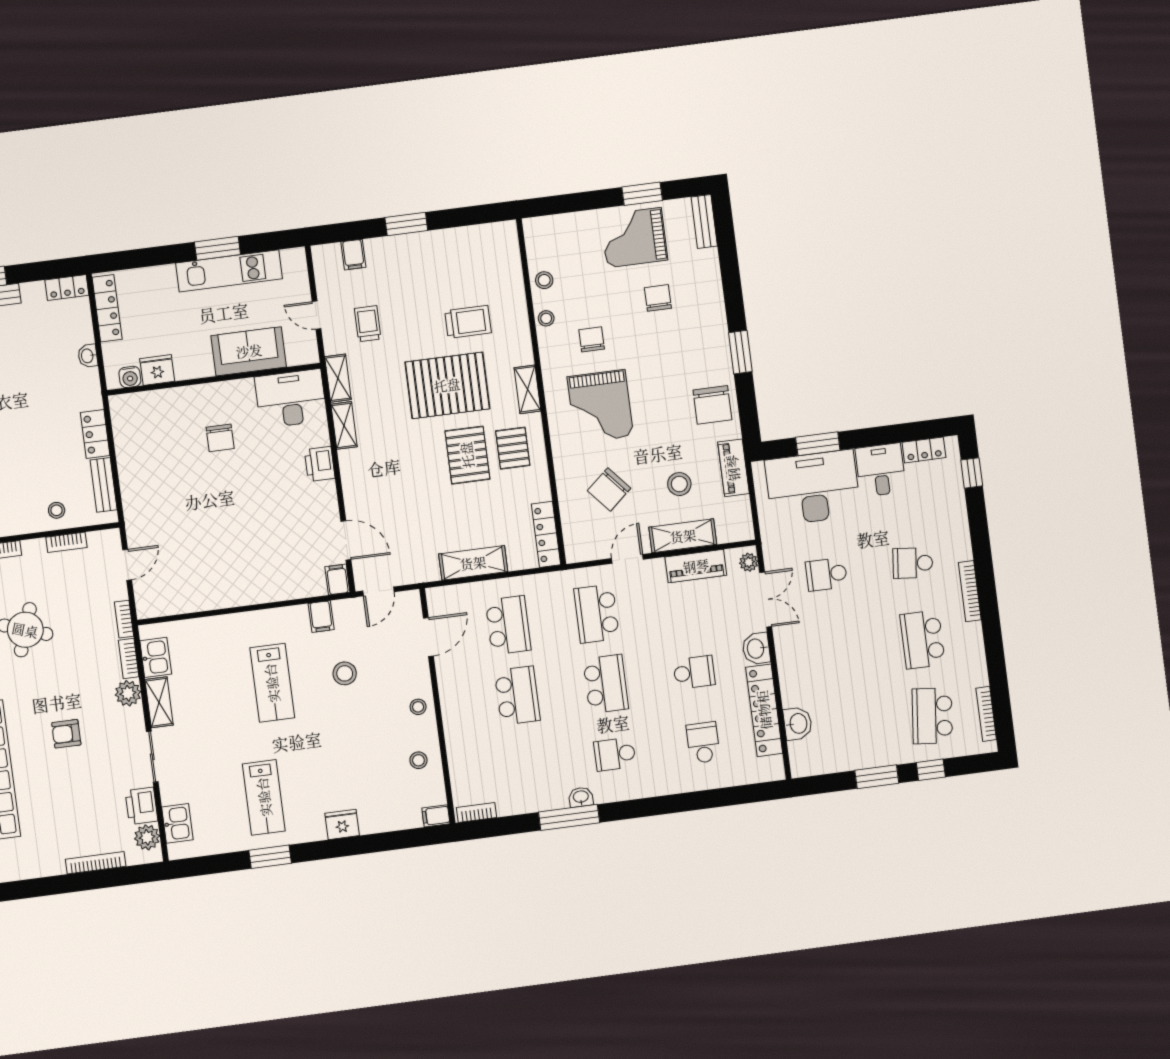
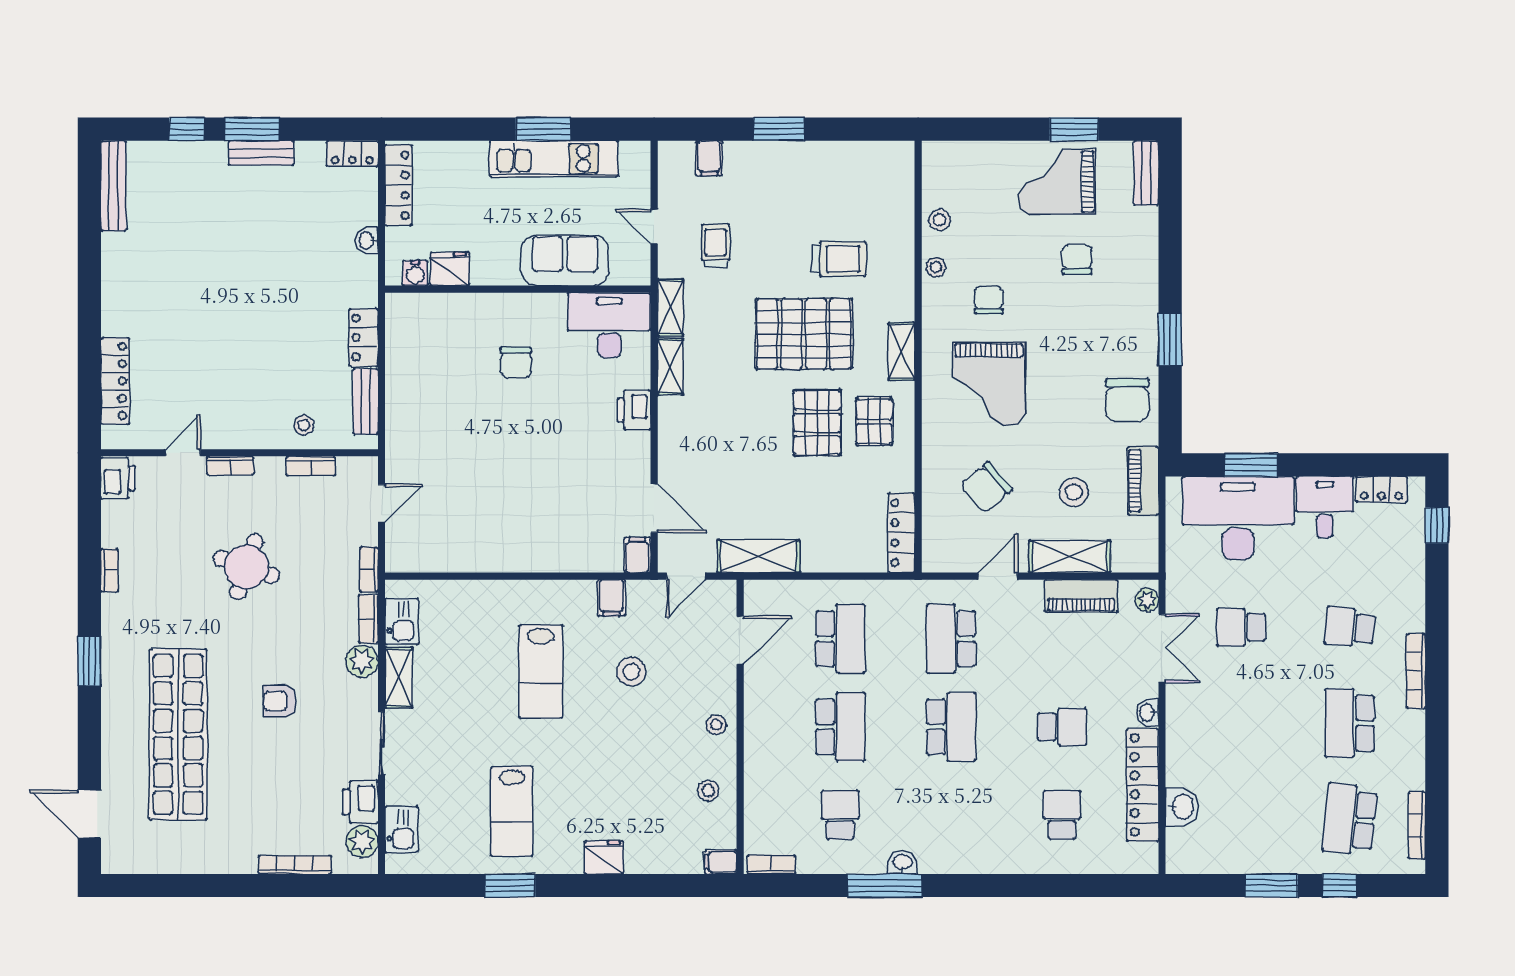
shelving: (473, 563) -> (758, 556), moved
washbasin: (756, 649) -> (1148, 713), width x0.72, depth x0.69
school desk: (615, 754) -> (840, 815), moved, turned 90

